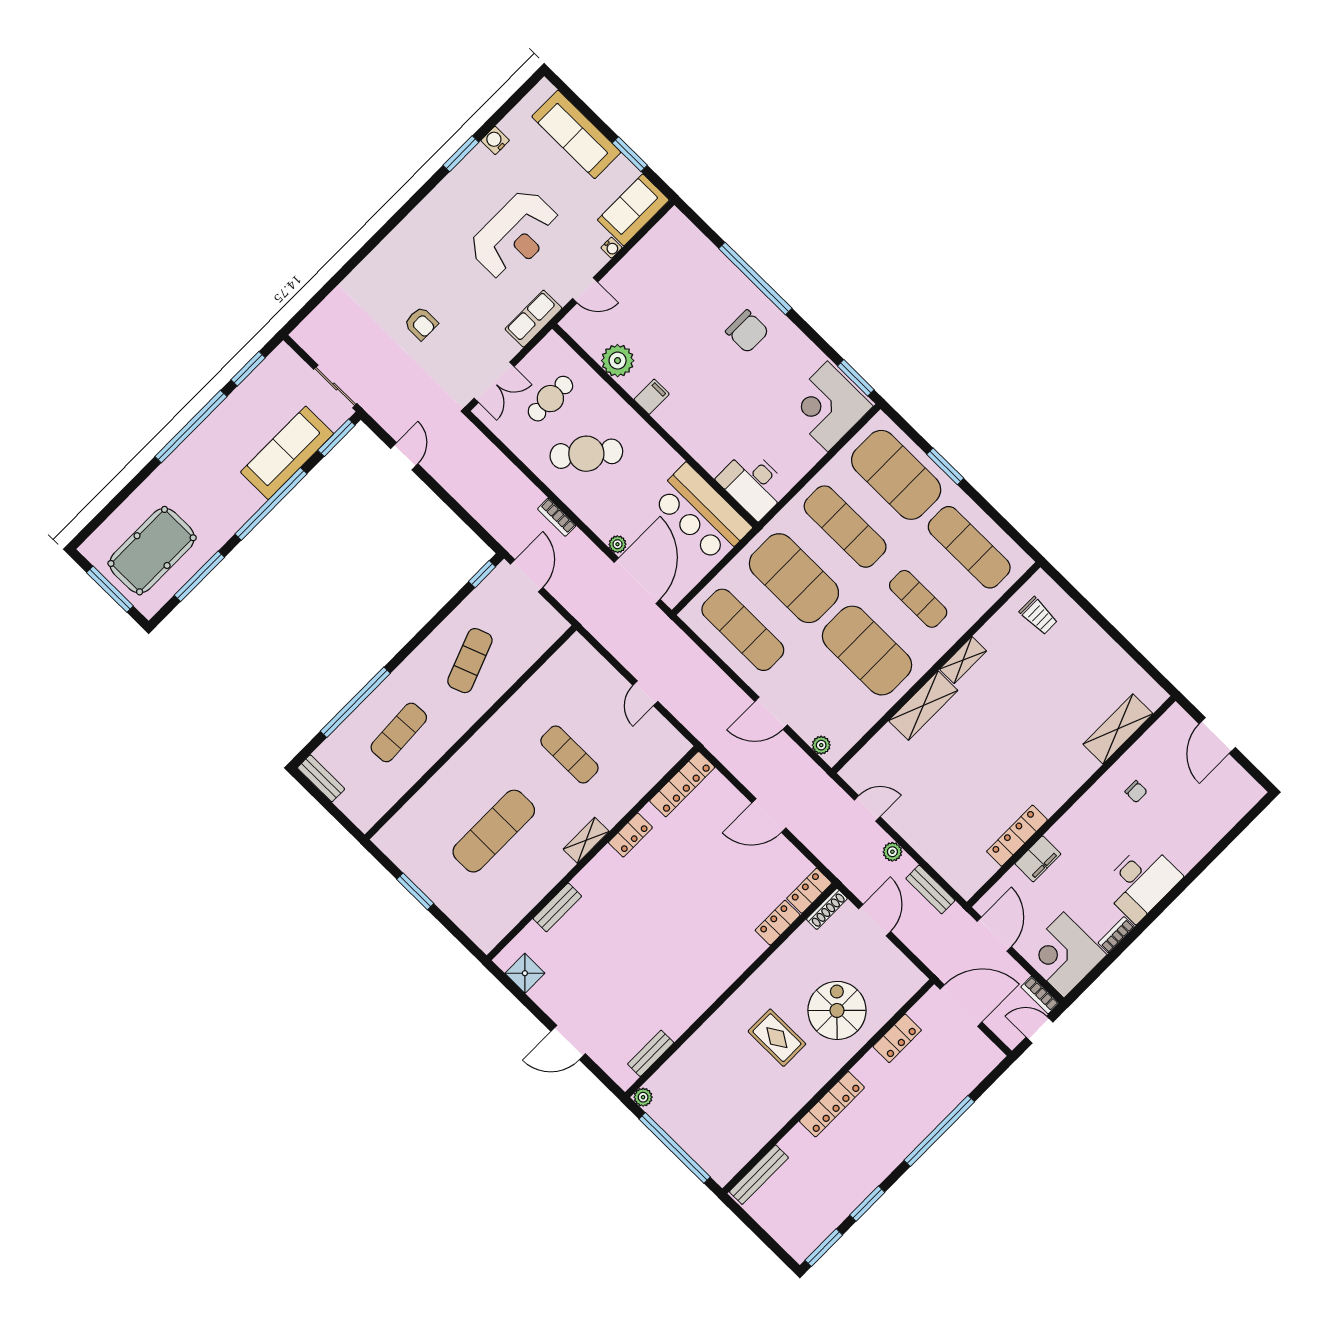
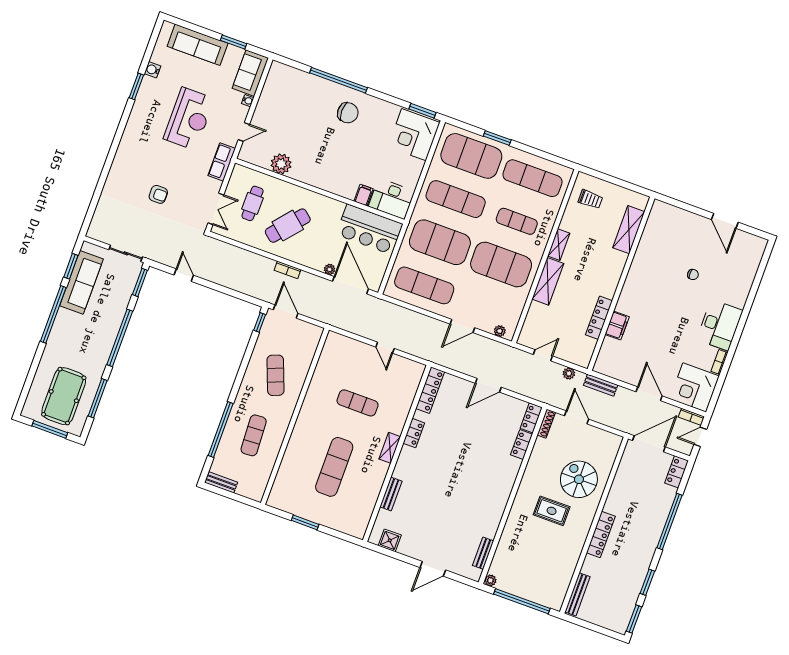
filing cabinet: (652, 397) -> (364, 195), moved
sofa: (287, 453) -> (82, 282), moved, turned 180
shelving: (1118, 729) -> (629, 230), moved
wall: (1071, 801) -> (621, 284), moved
locker: (1017, 836) -> (599, 318), moved
filing cabinet: (1038, 859) -> (617, 326), moved
locker: (897, 1038) -> (677, 472), moved, turned 180

